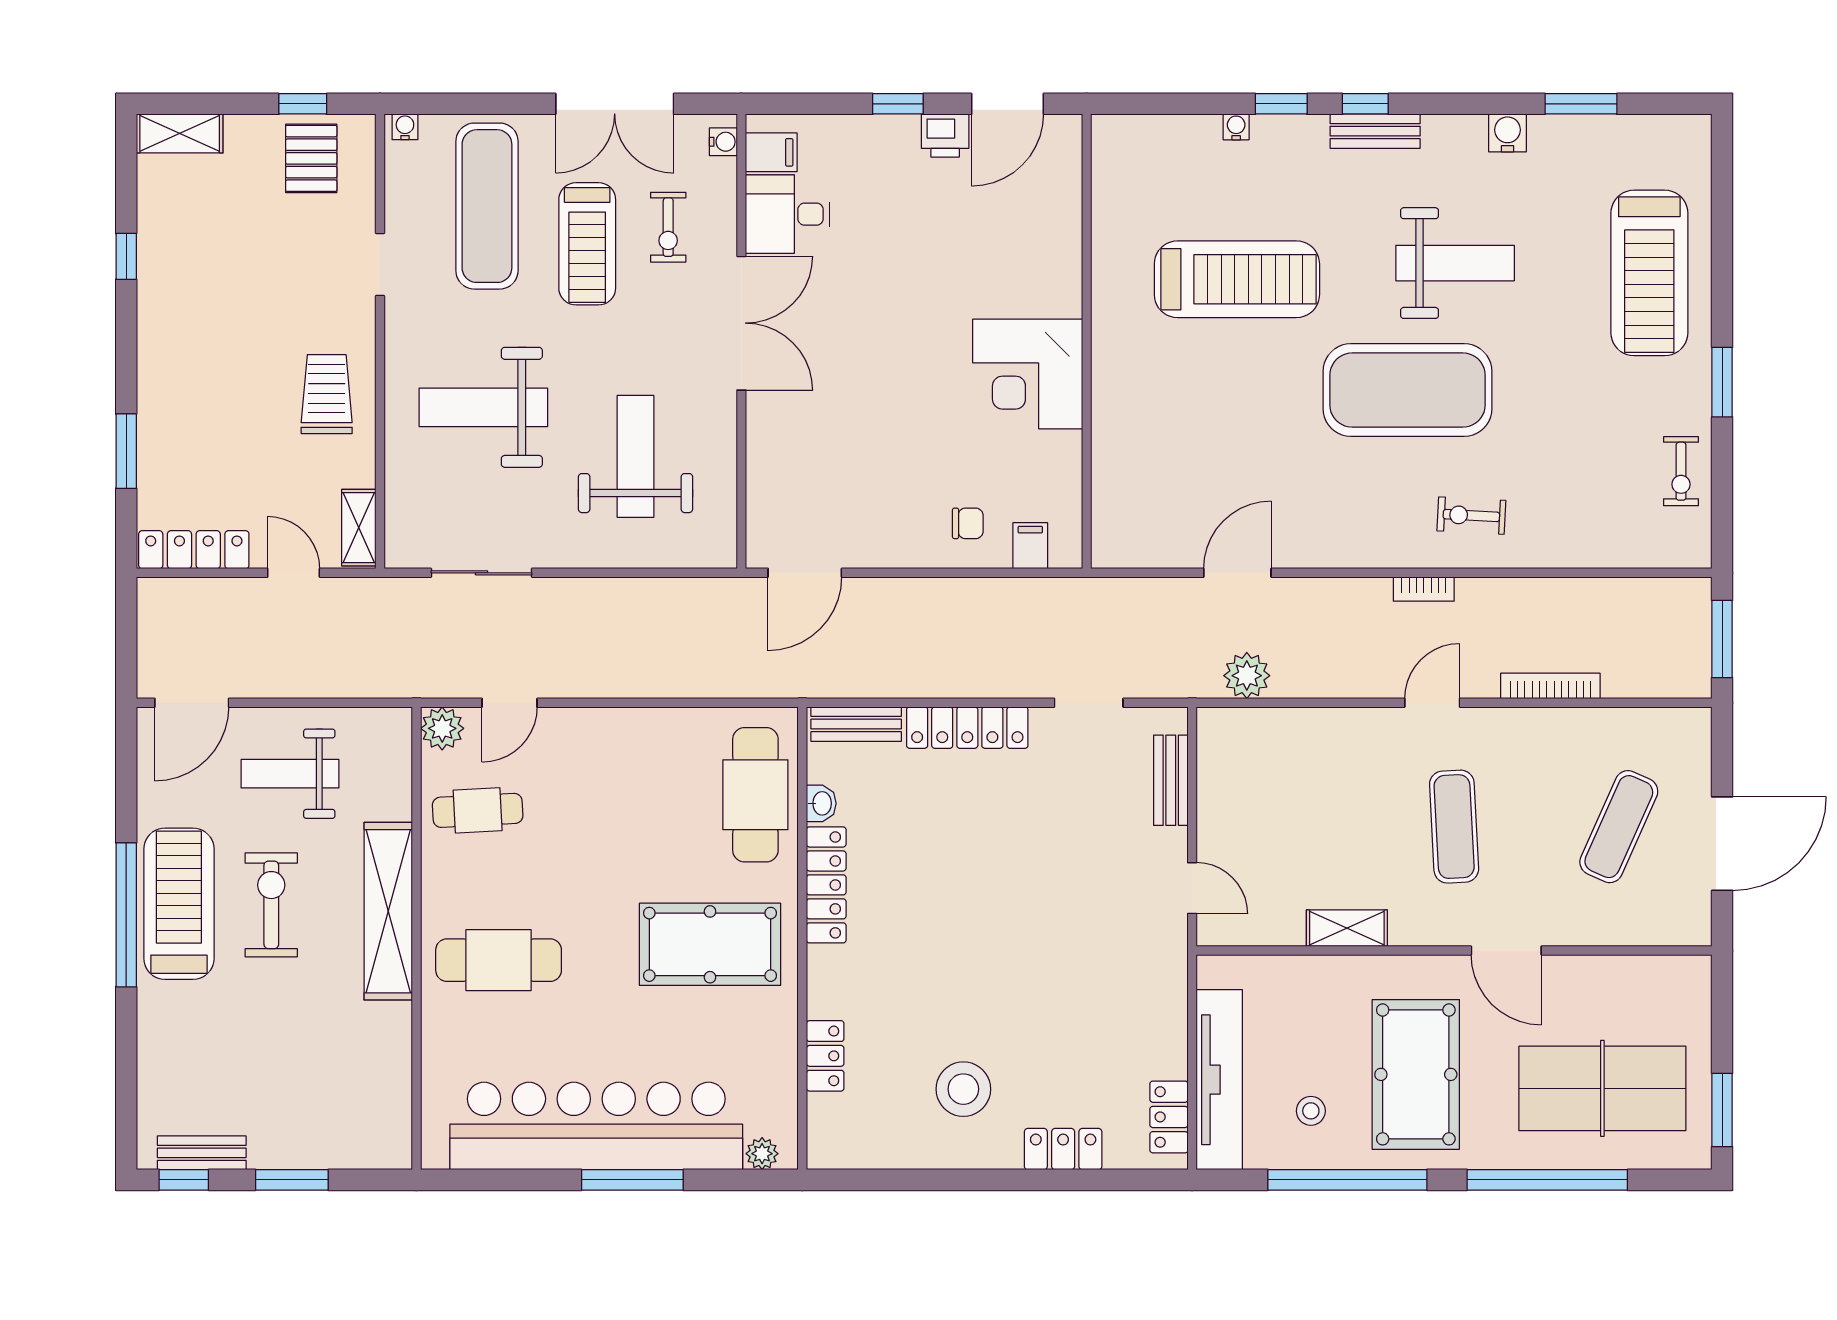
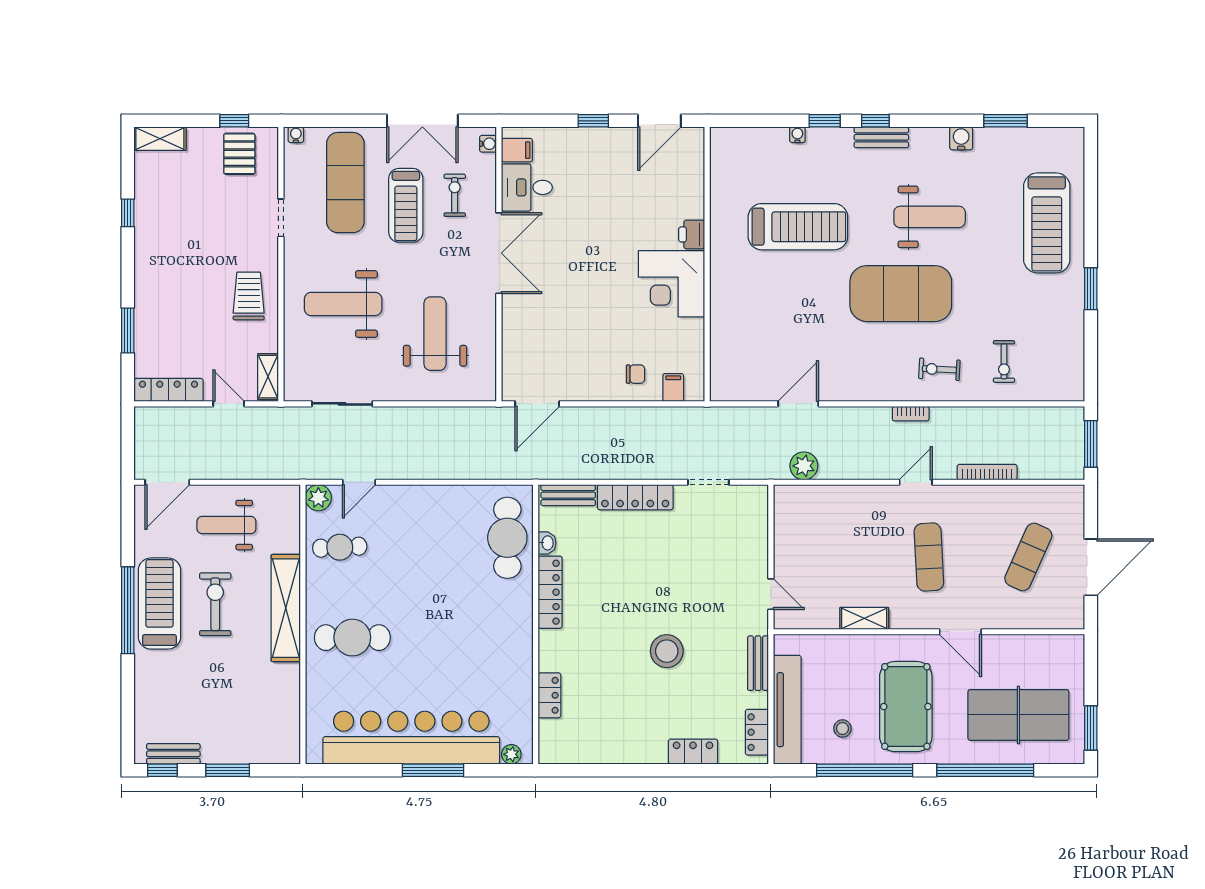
printer: (945, 136) -> (692, 234), moved, turned 90
exercise bike: (668, 227) -> (455, 195), turned 180
exercise bike: (1681, 471) -> (1004, 361), moved
bench: (1171, 780) -> (758, 663), moved
pool table: (710, 944) -> (480, 628), removed
stool: (963, 1089) -> (667, 651), moved

